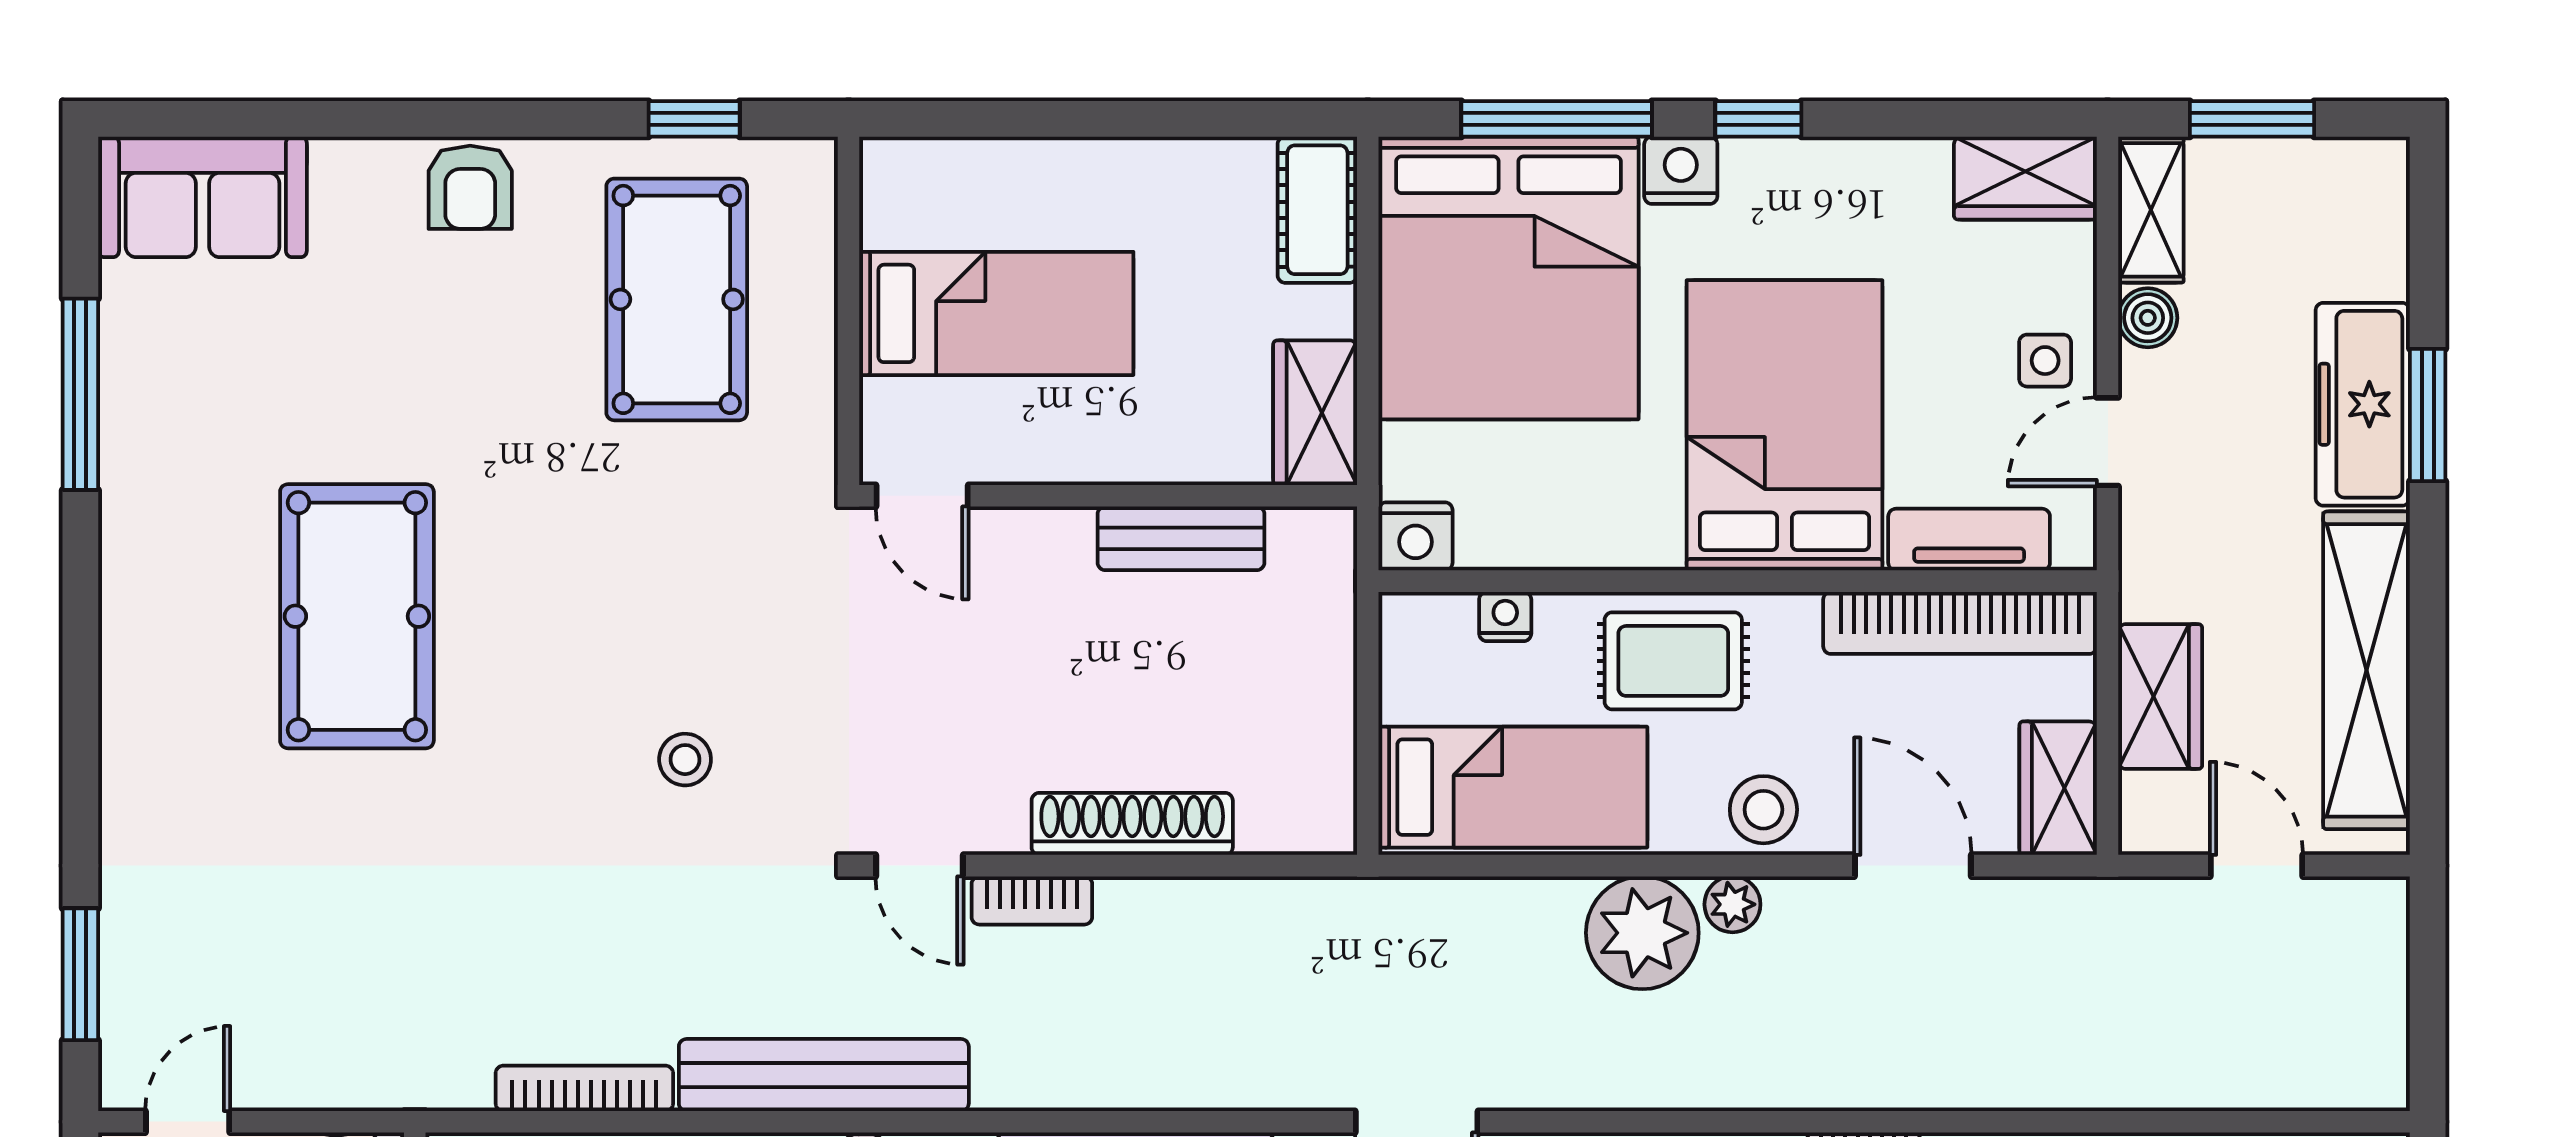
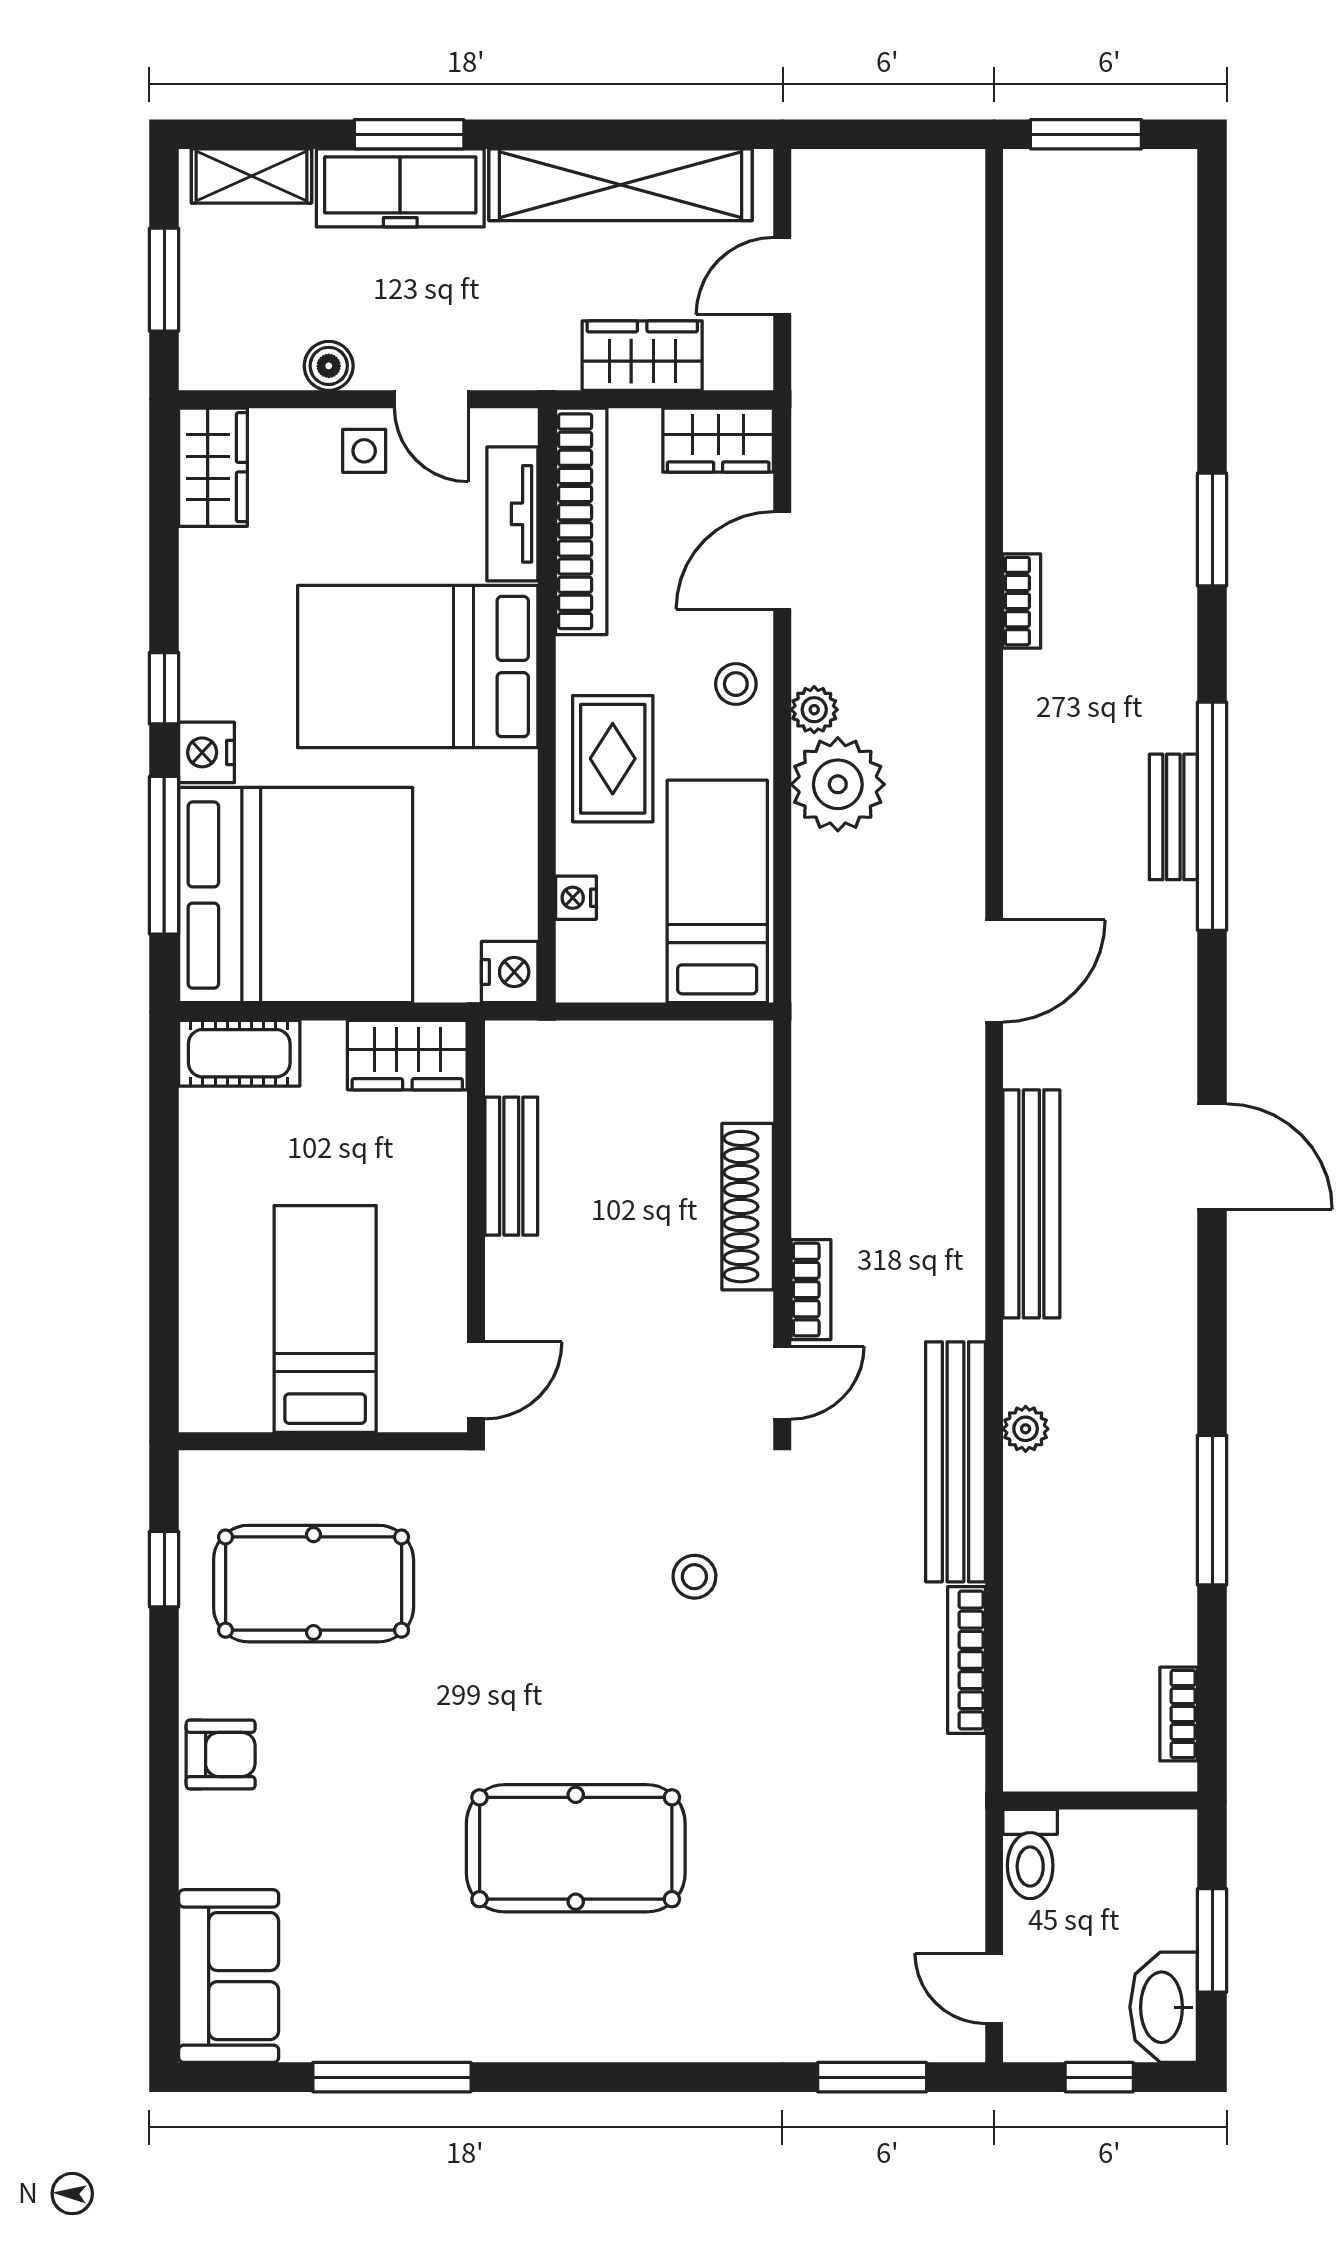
shelving: (2151, 210) -> (251, 176), moved
stool: (1763, 810) -> (736, 684), width x0.73, depth x0.73

